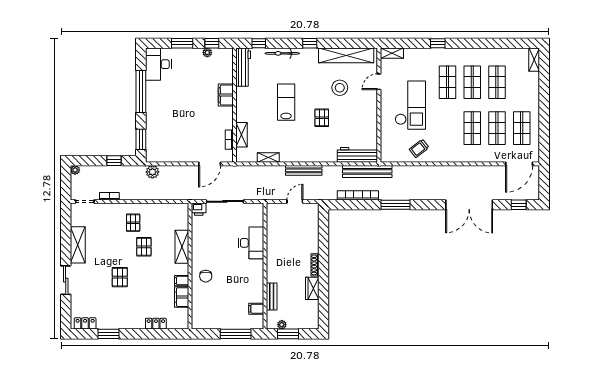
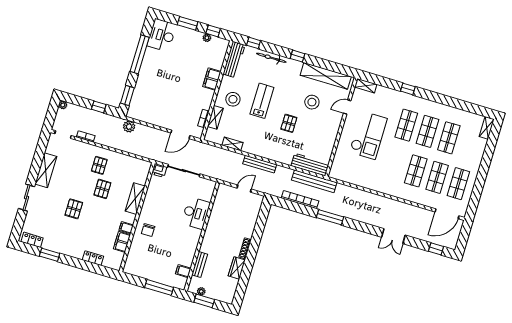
stool: (255, 110) -> (233, 99), added
trolley: (419, 148) -> (365, 175), removed
double door: (469, 205) -> (393, 236), width x0.54

